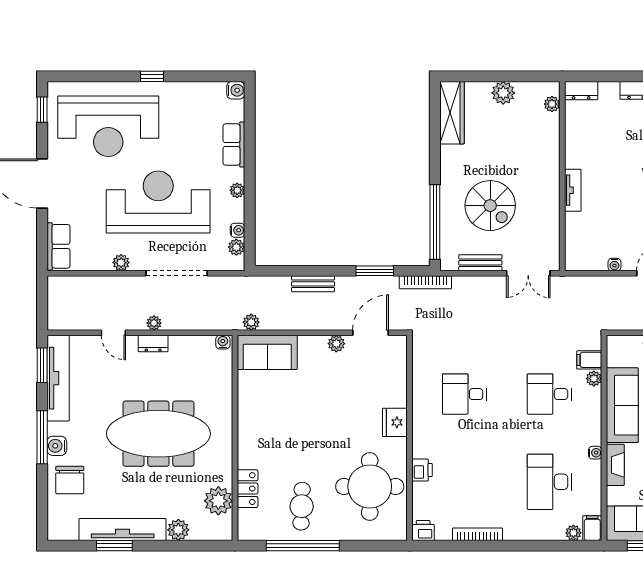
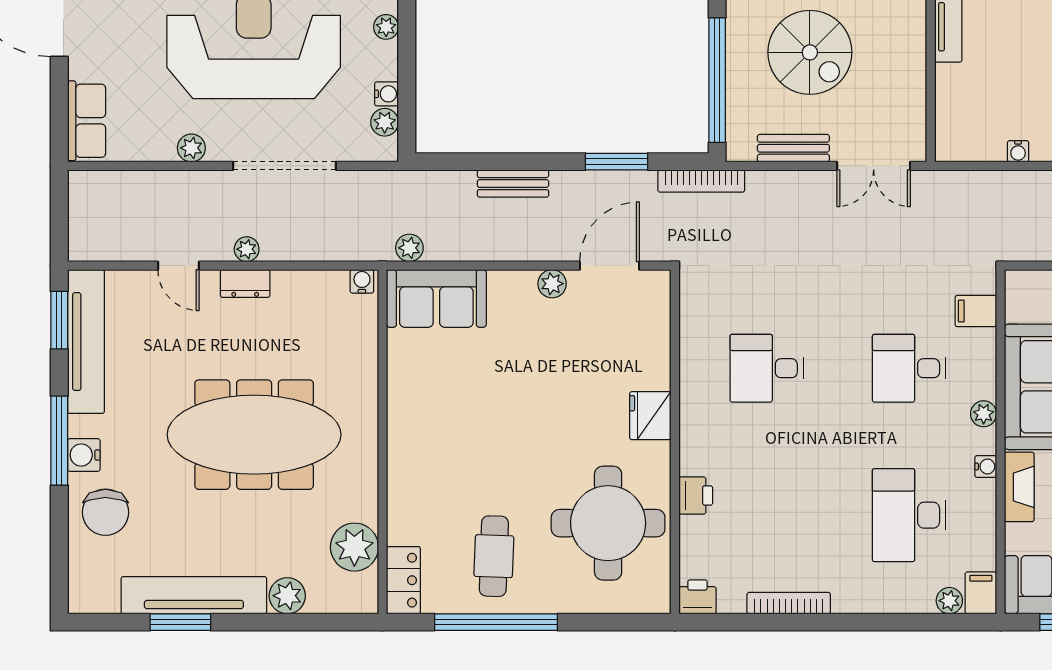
plant: (594, 379) -> (984, 414), moved
locker: (248, 489) -> (403, 580), moved

